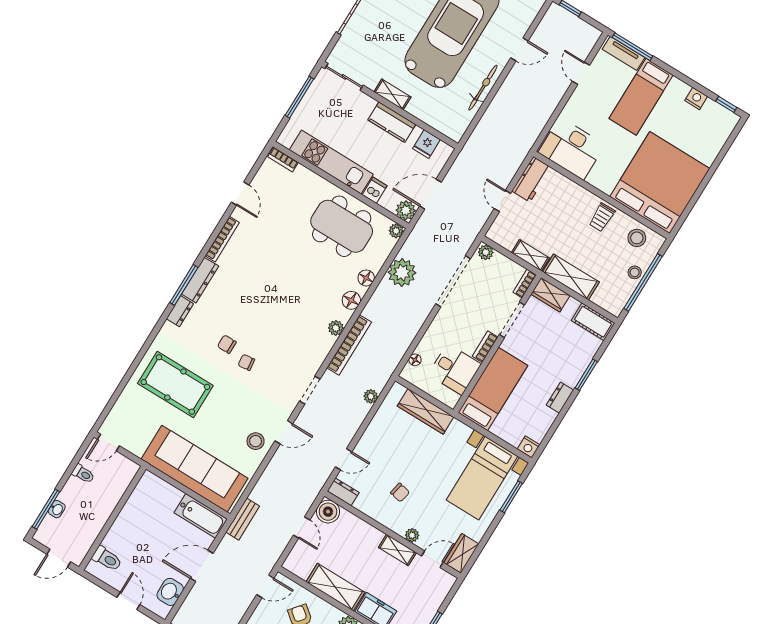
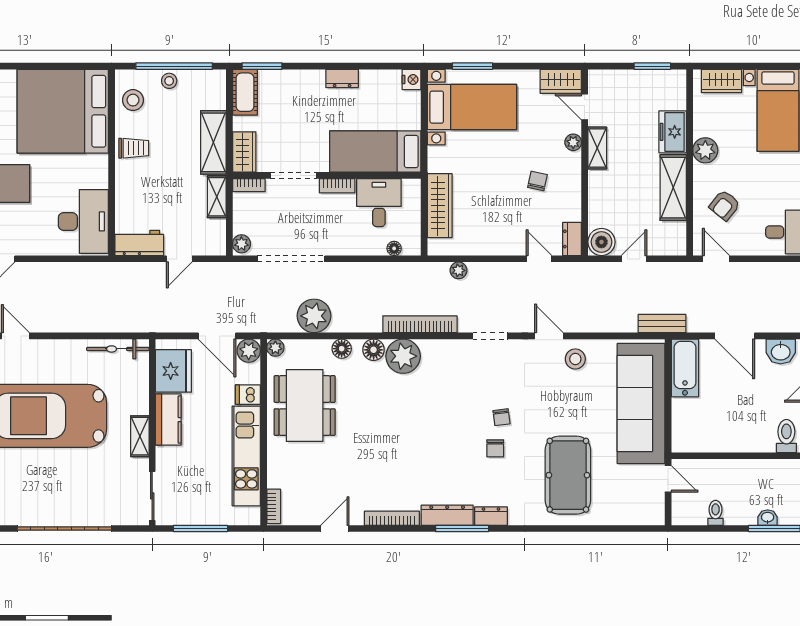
bicycle: (483, 88) -> (118, 349), moved
fridge: (426, 144) -> (173, 371), width x1.88, depth x1.34
plant: (336, 328) -> (403, 356), width x1.88, depth x1.88
window: (586, 375) -> (262, 66), moved
door: (108, 442) -> (668, 479), moved

